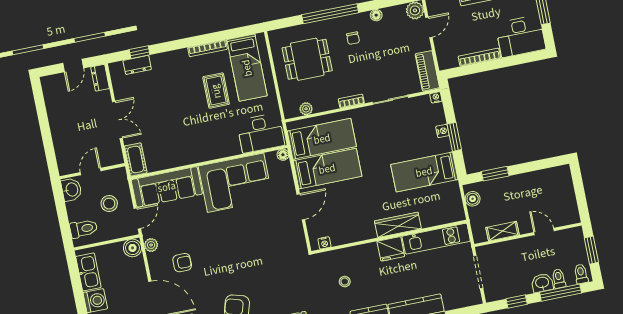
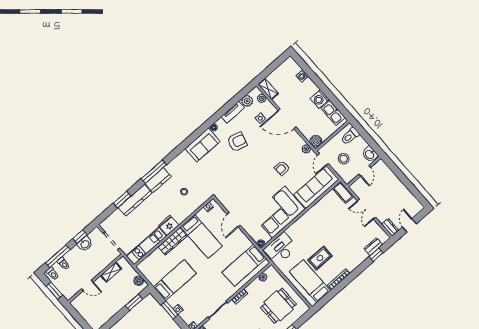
rug: (216, 91) -> (320, 258), turned 90
bed: (327, 169) -> (201, 236), moved, turned -90
armchair: (182, 263) -> (282, 168), moved
washbasin: (542, 283) -> (85, 244), moved

